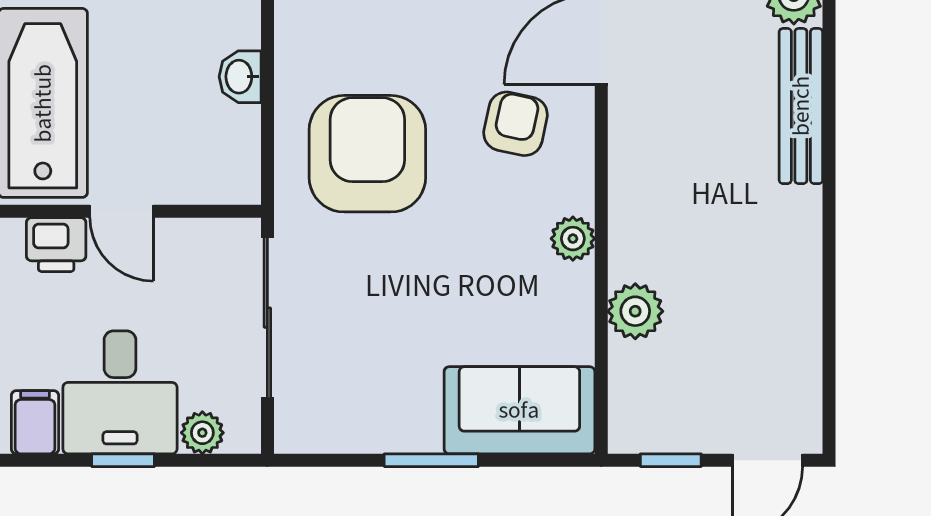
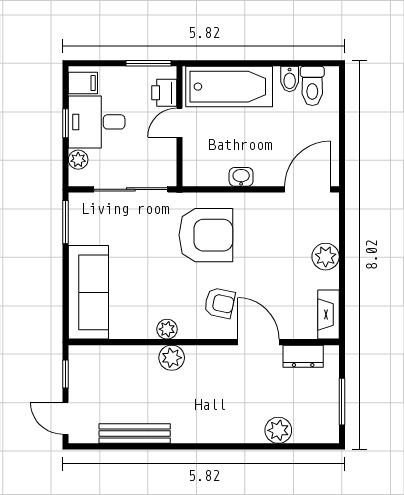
bench: (801, 106) -> (135, 434), moved
plant: (635, 311) -> (172, 358), moved
sofa: (519, 410) -> (88, 292), width x1.36
window: (431, 460) -> (66, 222), moved

